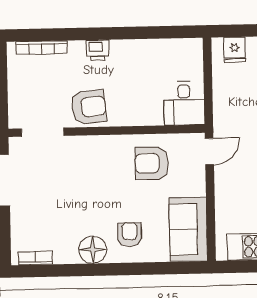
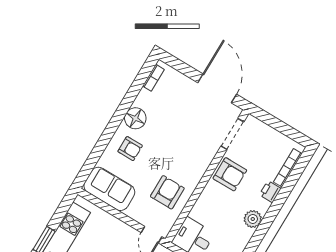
printer: (98, 50) -> (270, 192), moved
plant: (122, 51) -> (253, 219), added
armchair: (89, 107) -> (230, 174), turned -84

